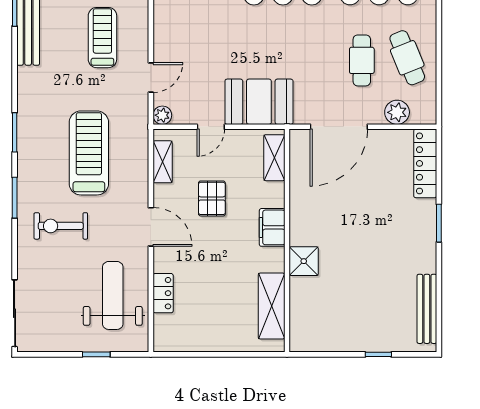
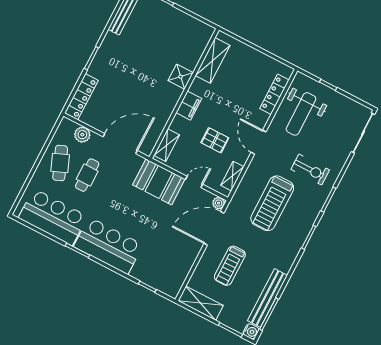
door: (151, 77) -> (214, 228), width x1.88
pallet: (212, 198) -> (215, 140), turned 90
locker: (163, 293) -> (274, 94), width x1.53

